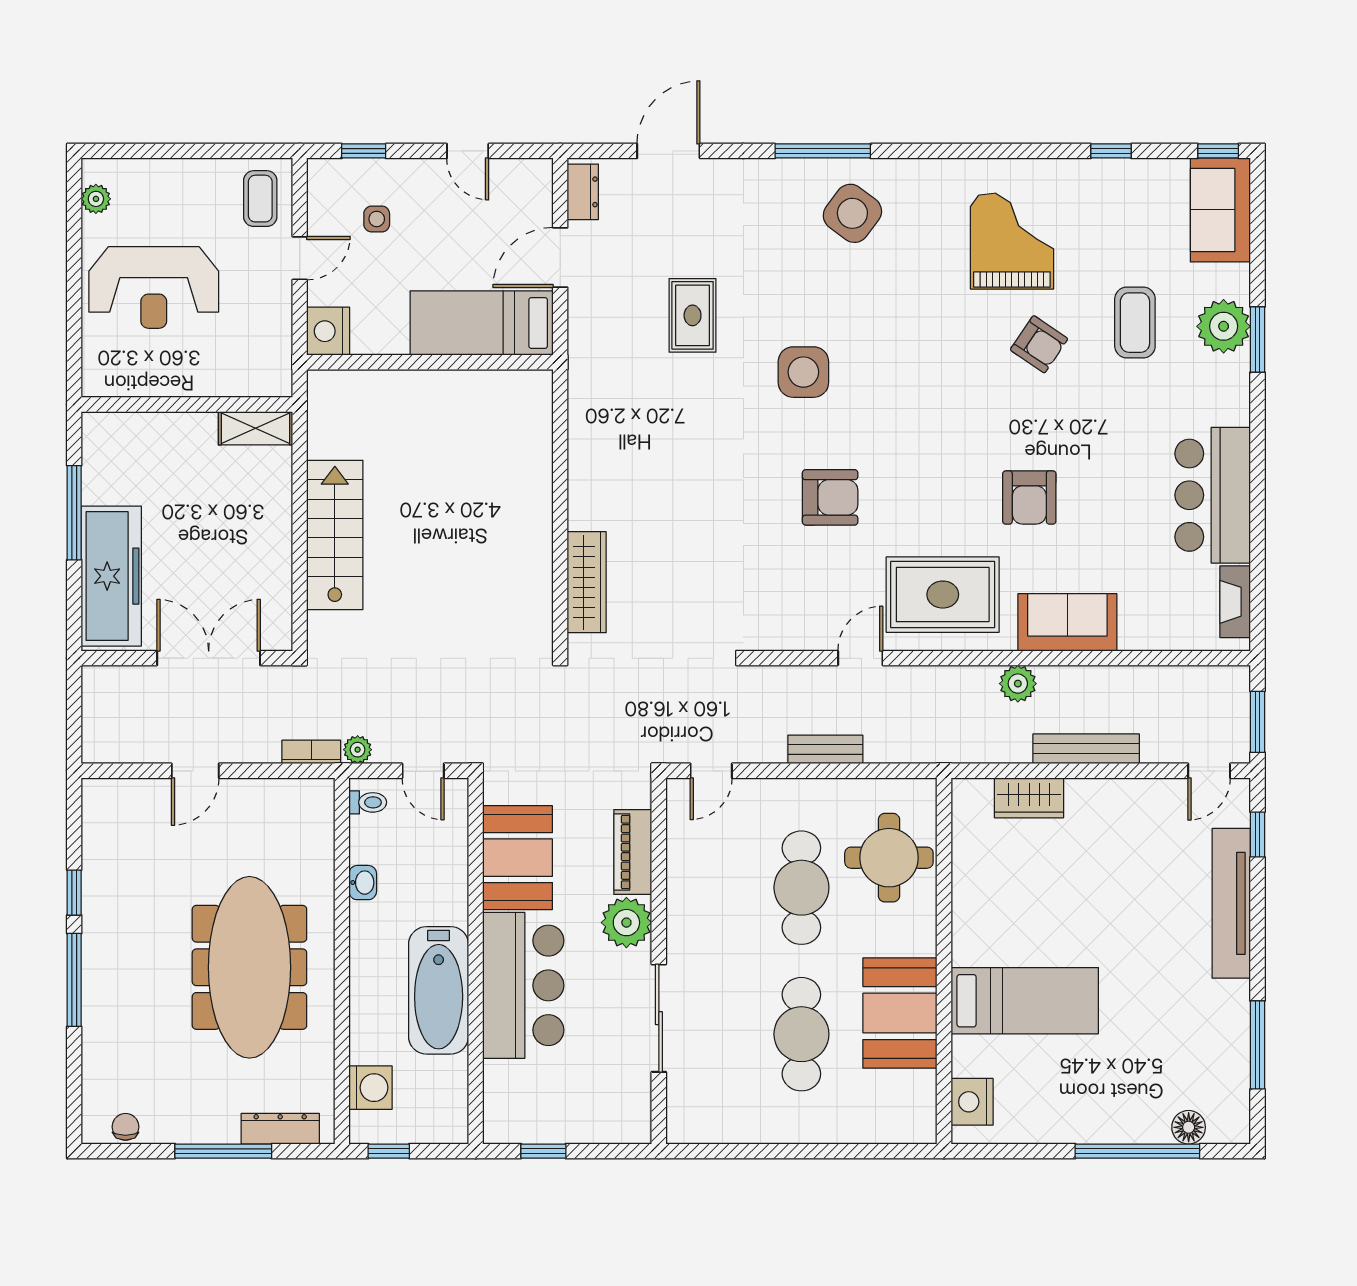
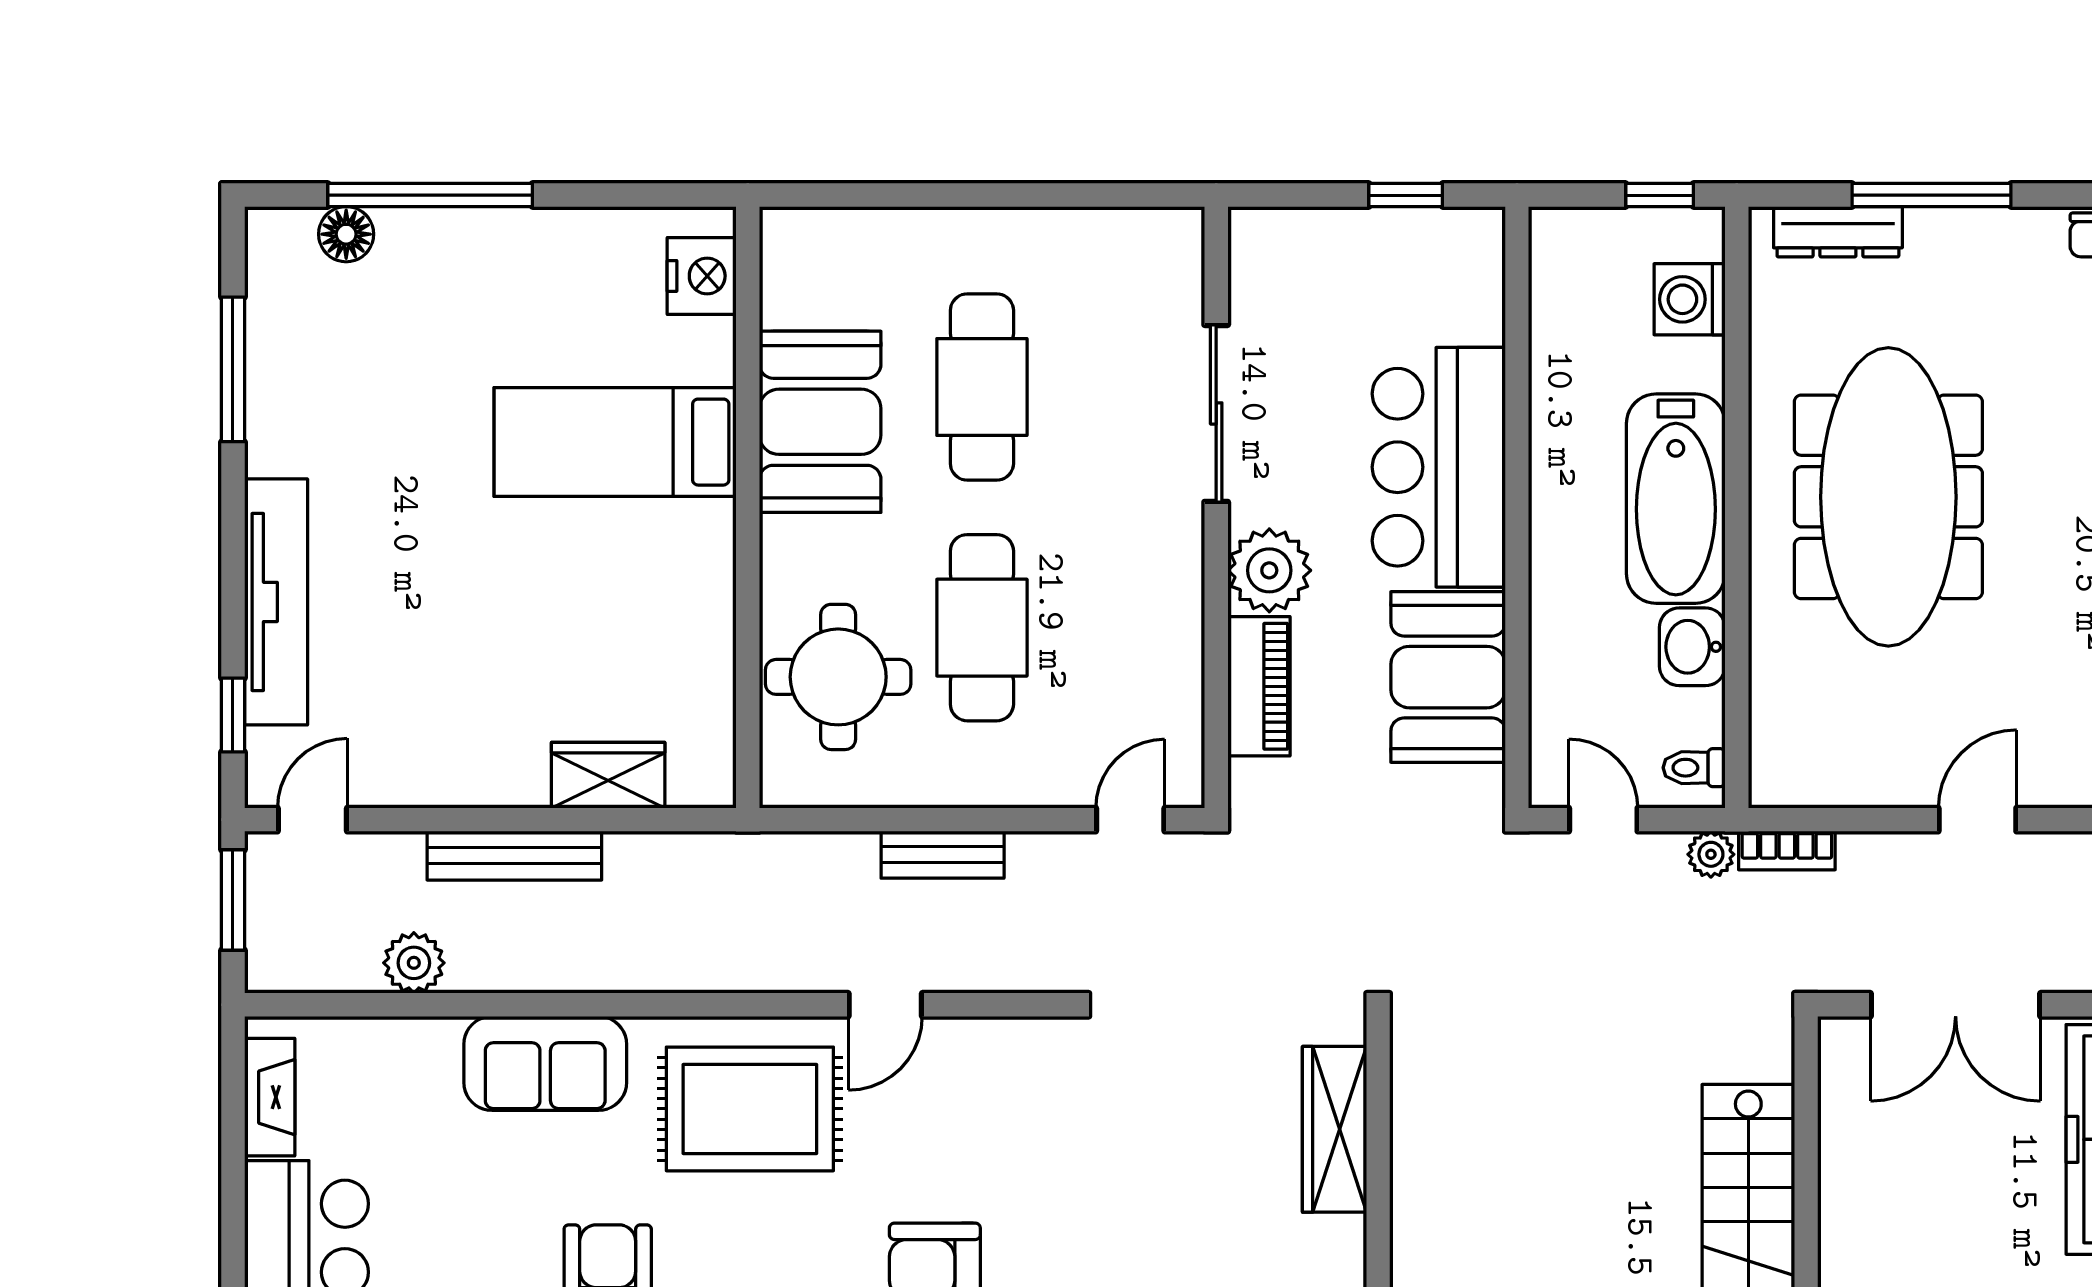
plant: (1018, 684) -> (414, 963), moved
washbasin: (363, 883) -> (1692, 647), width x1.38, depth x1.45
bathtub: (439, 990) -> (1676, 499), moved, turned 180

